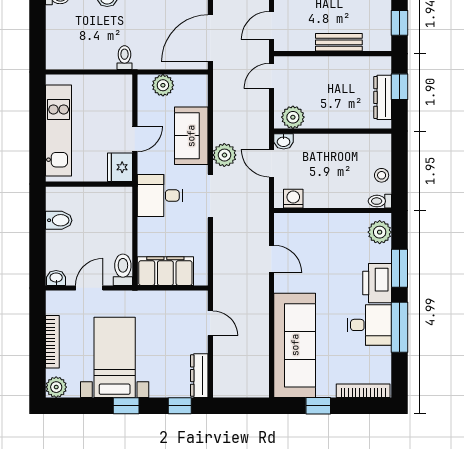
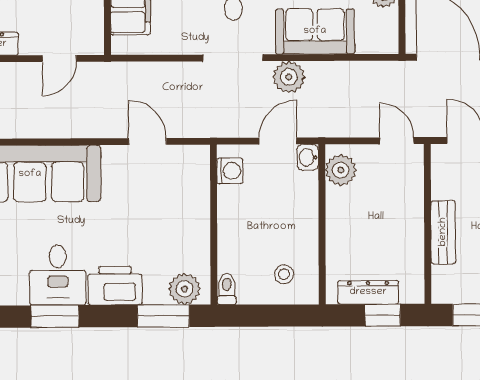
stool: (382, 175) -> (284, 274), moved
door: (271, 259) -> (147, 141), swing flipped
window: (399, 268) -> (163, 316), moved
window: (399, 327) -> (55, 316), width x0.69

